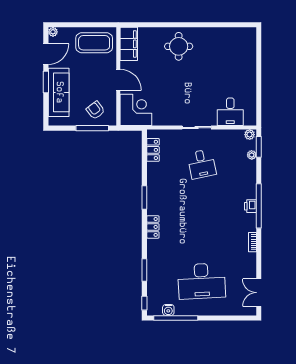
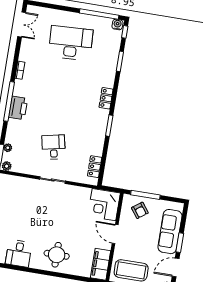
desk: (230, 112) -> (19, 253), moved, turned 180
printer: (250, 206) -> (18, 108), width x1.87, depth x1.48
water cooler: (168, 310) -> (117, 24), moved

